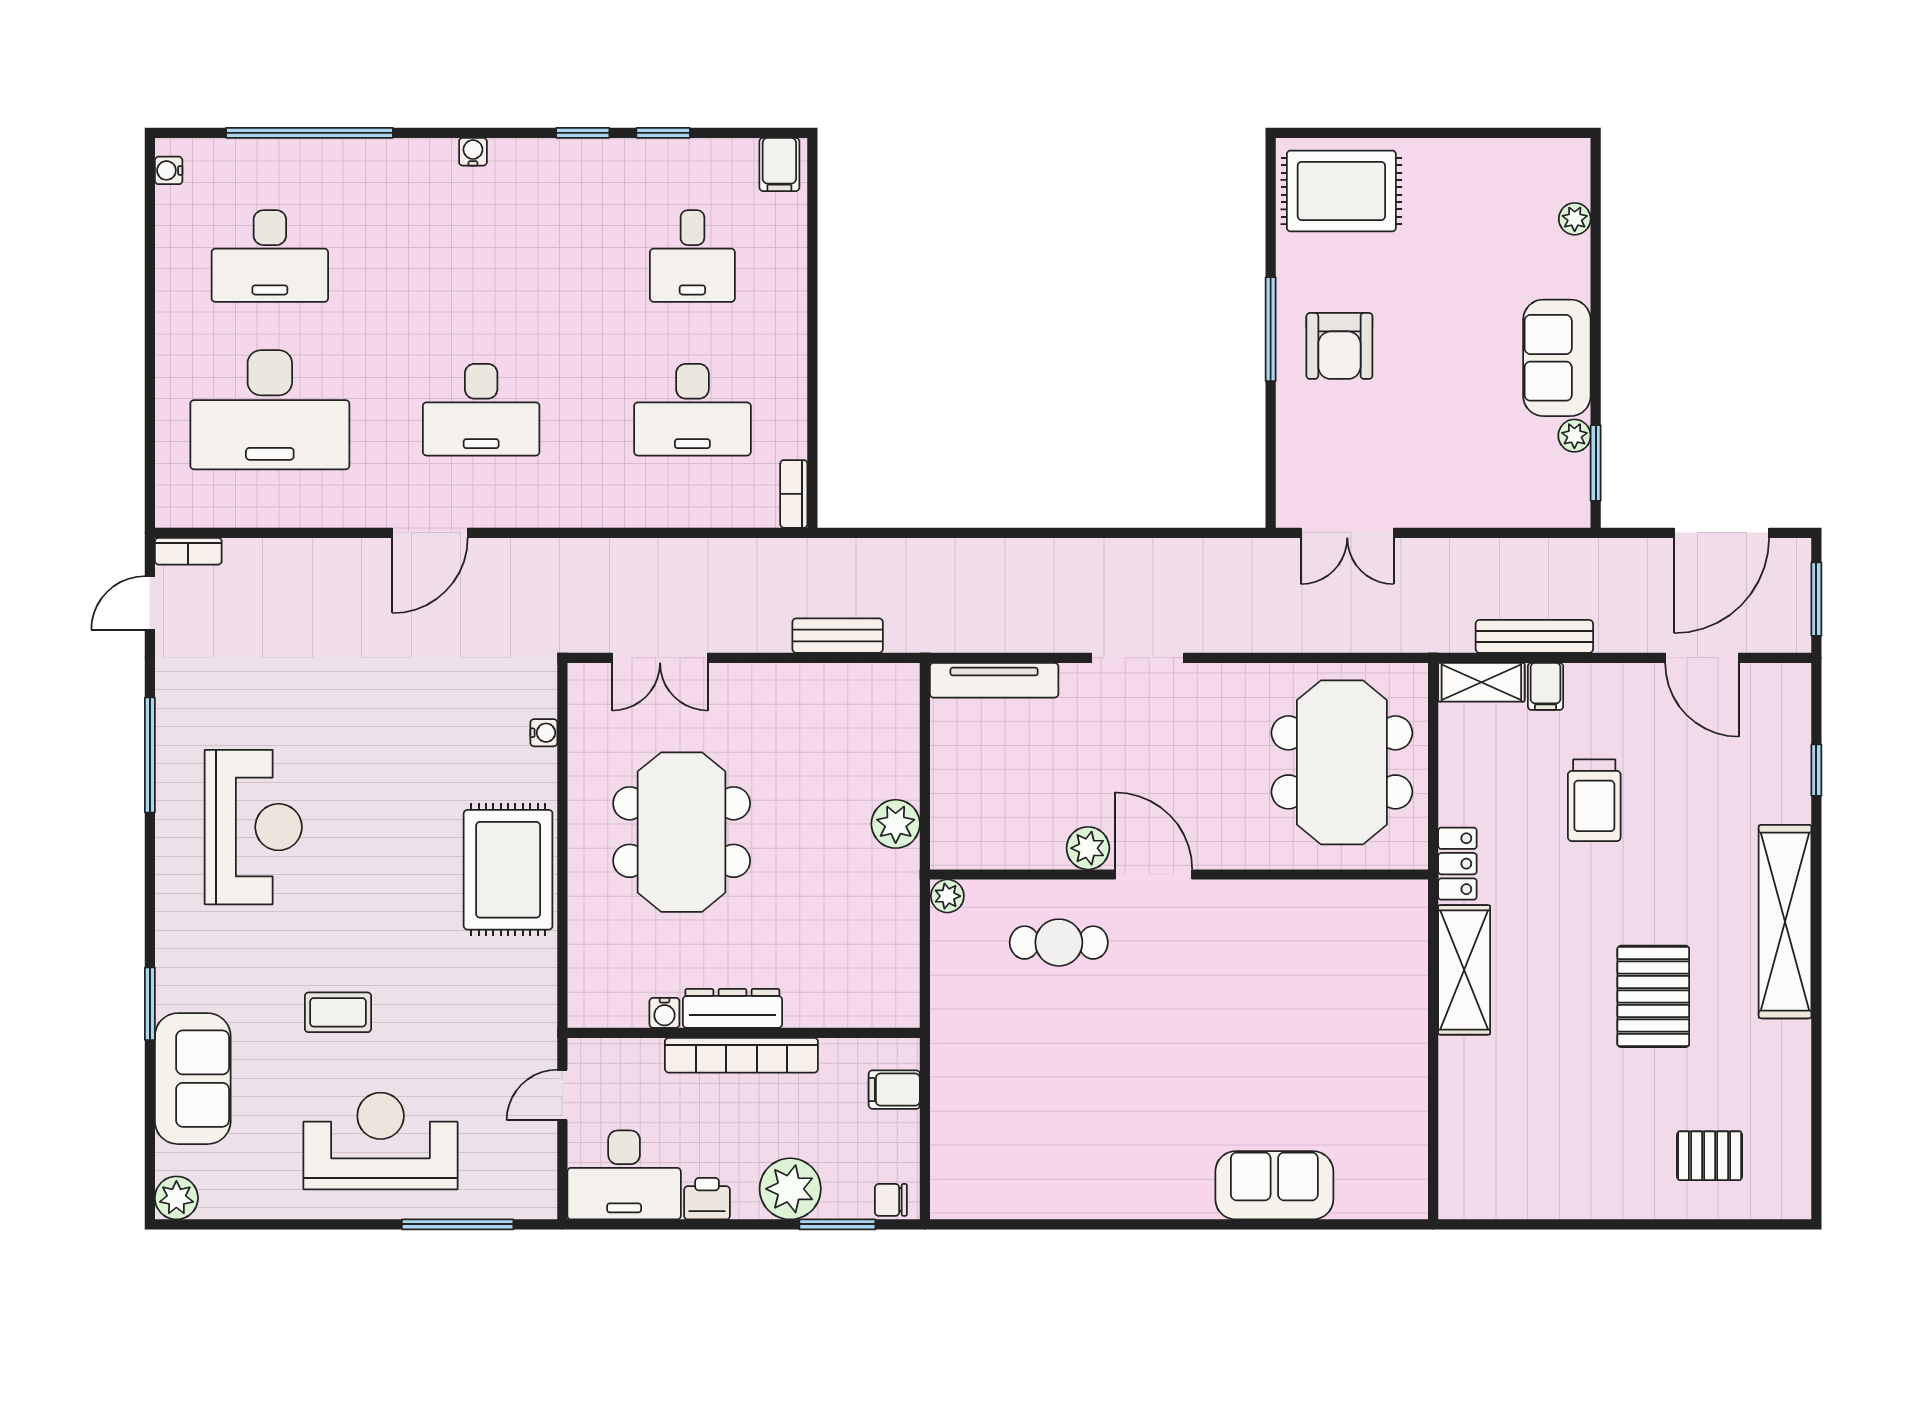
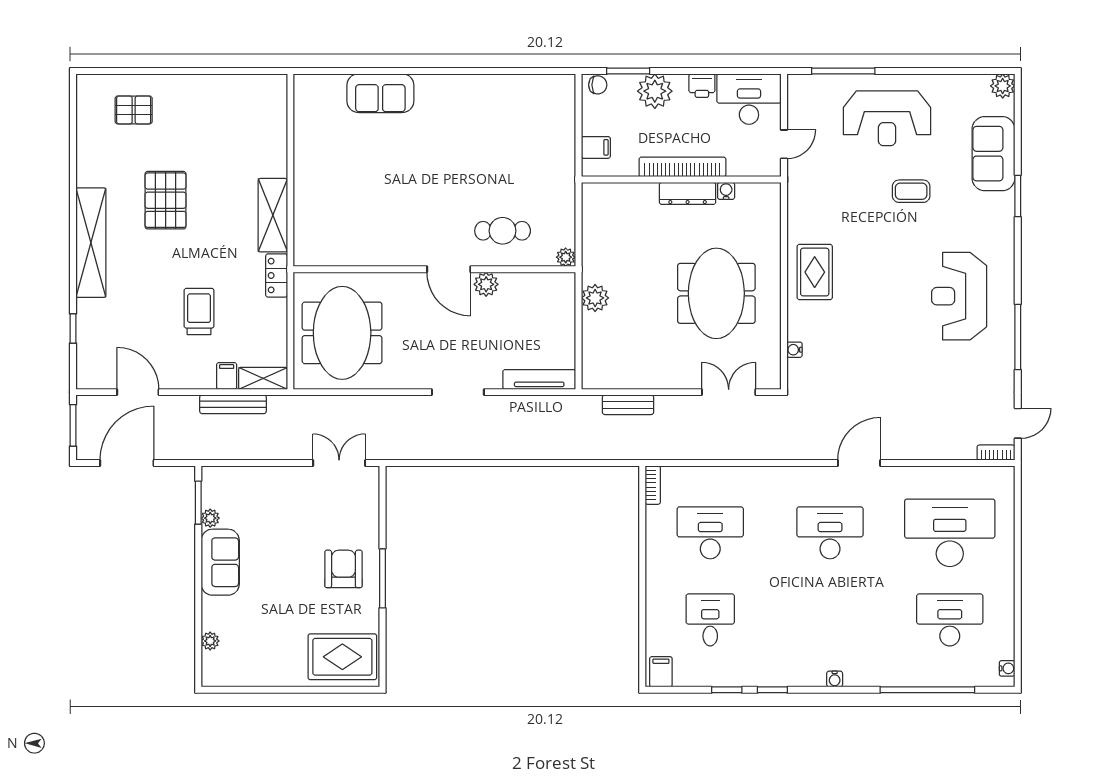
rug: (508, 870) -> (815, 272), width x0.73, depth x0.70

